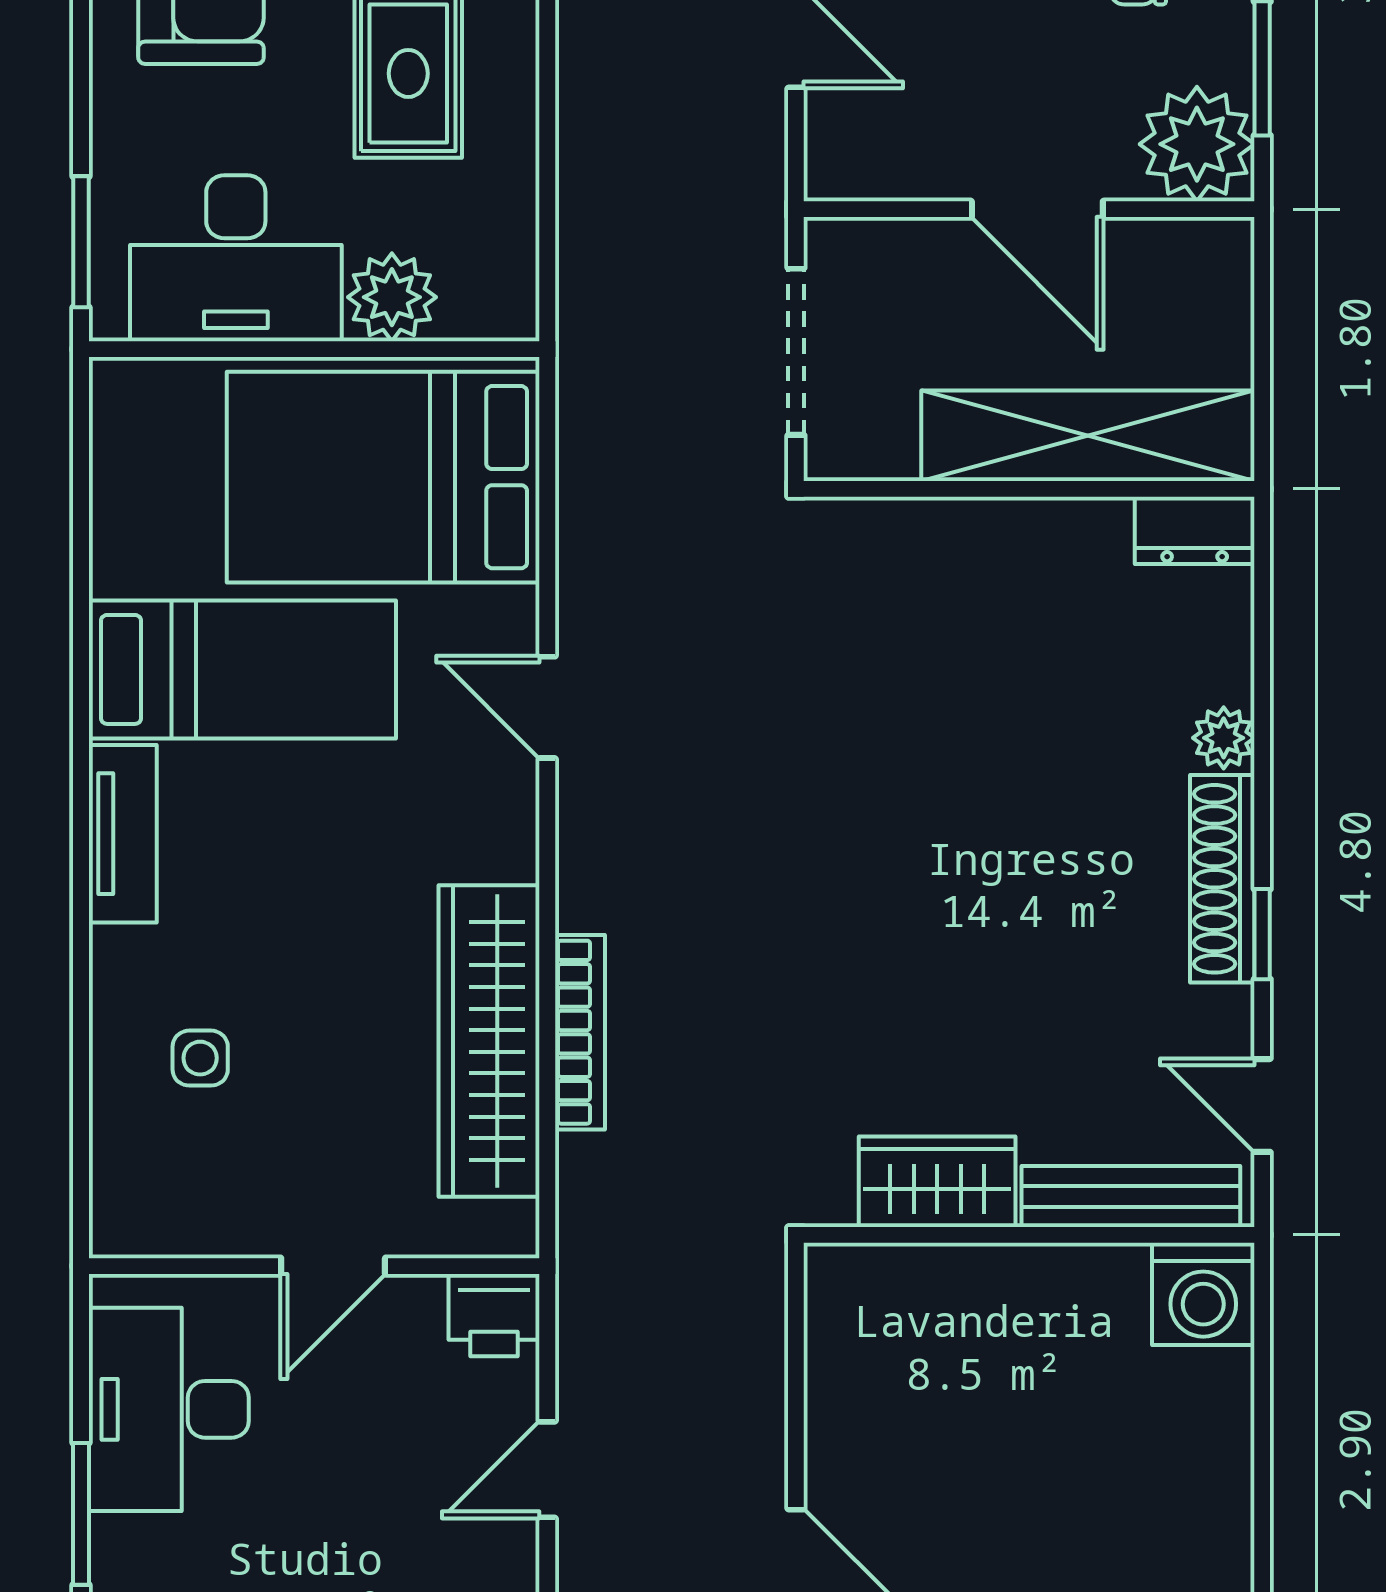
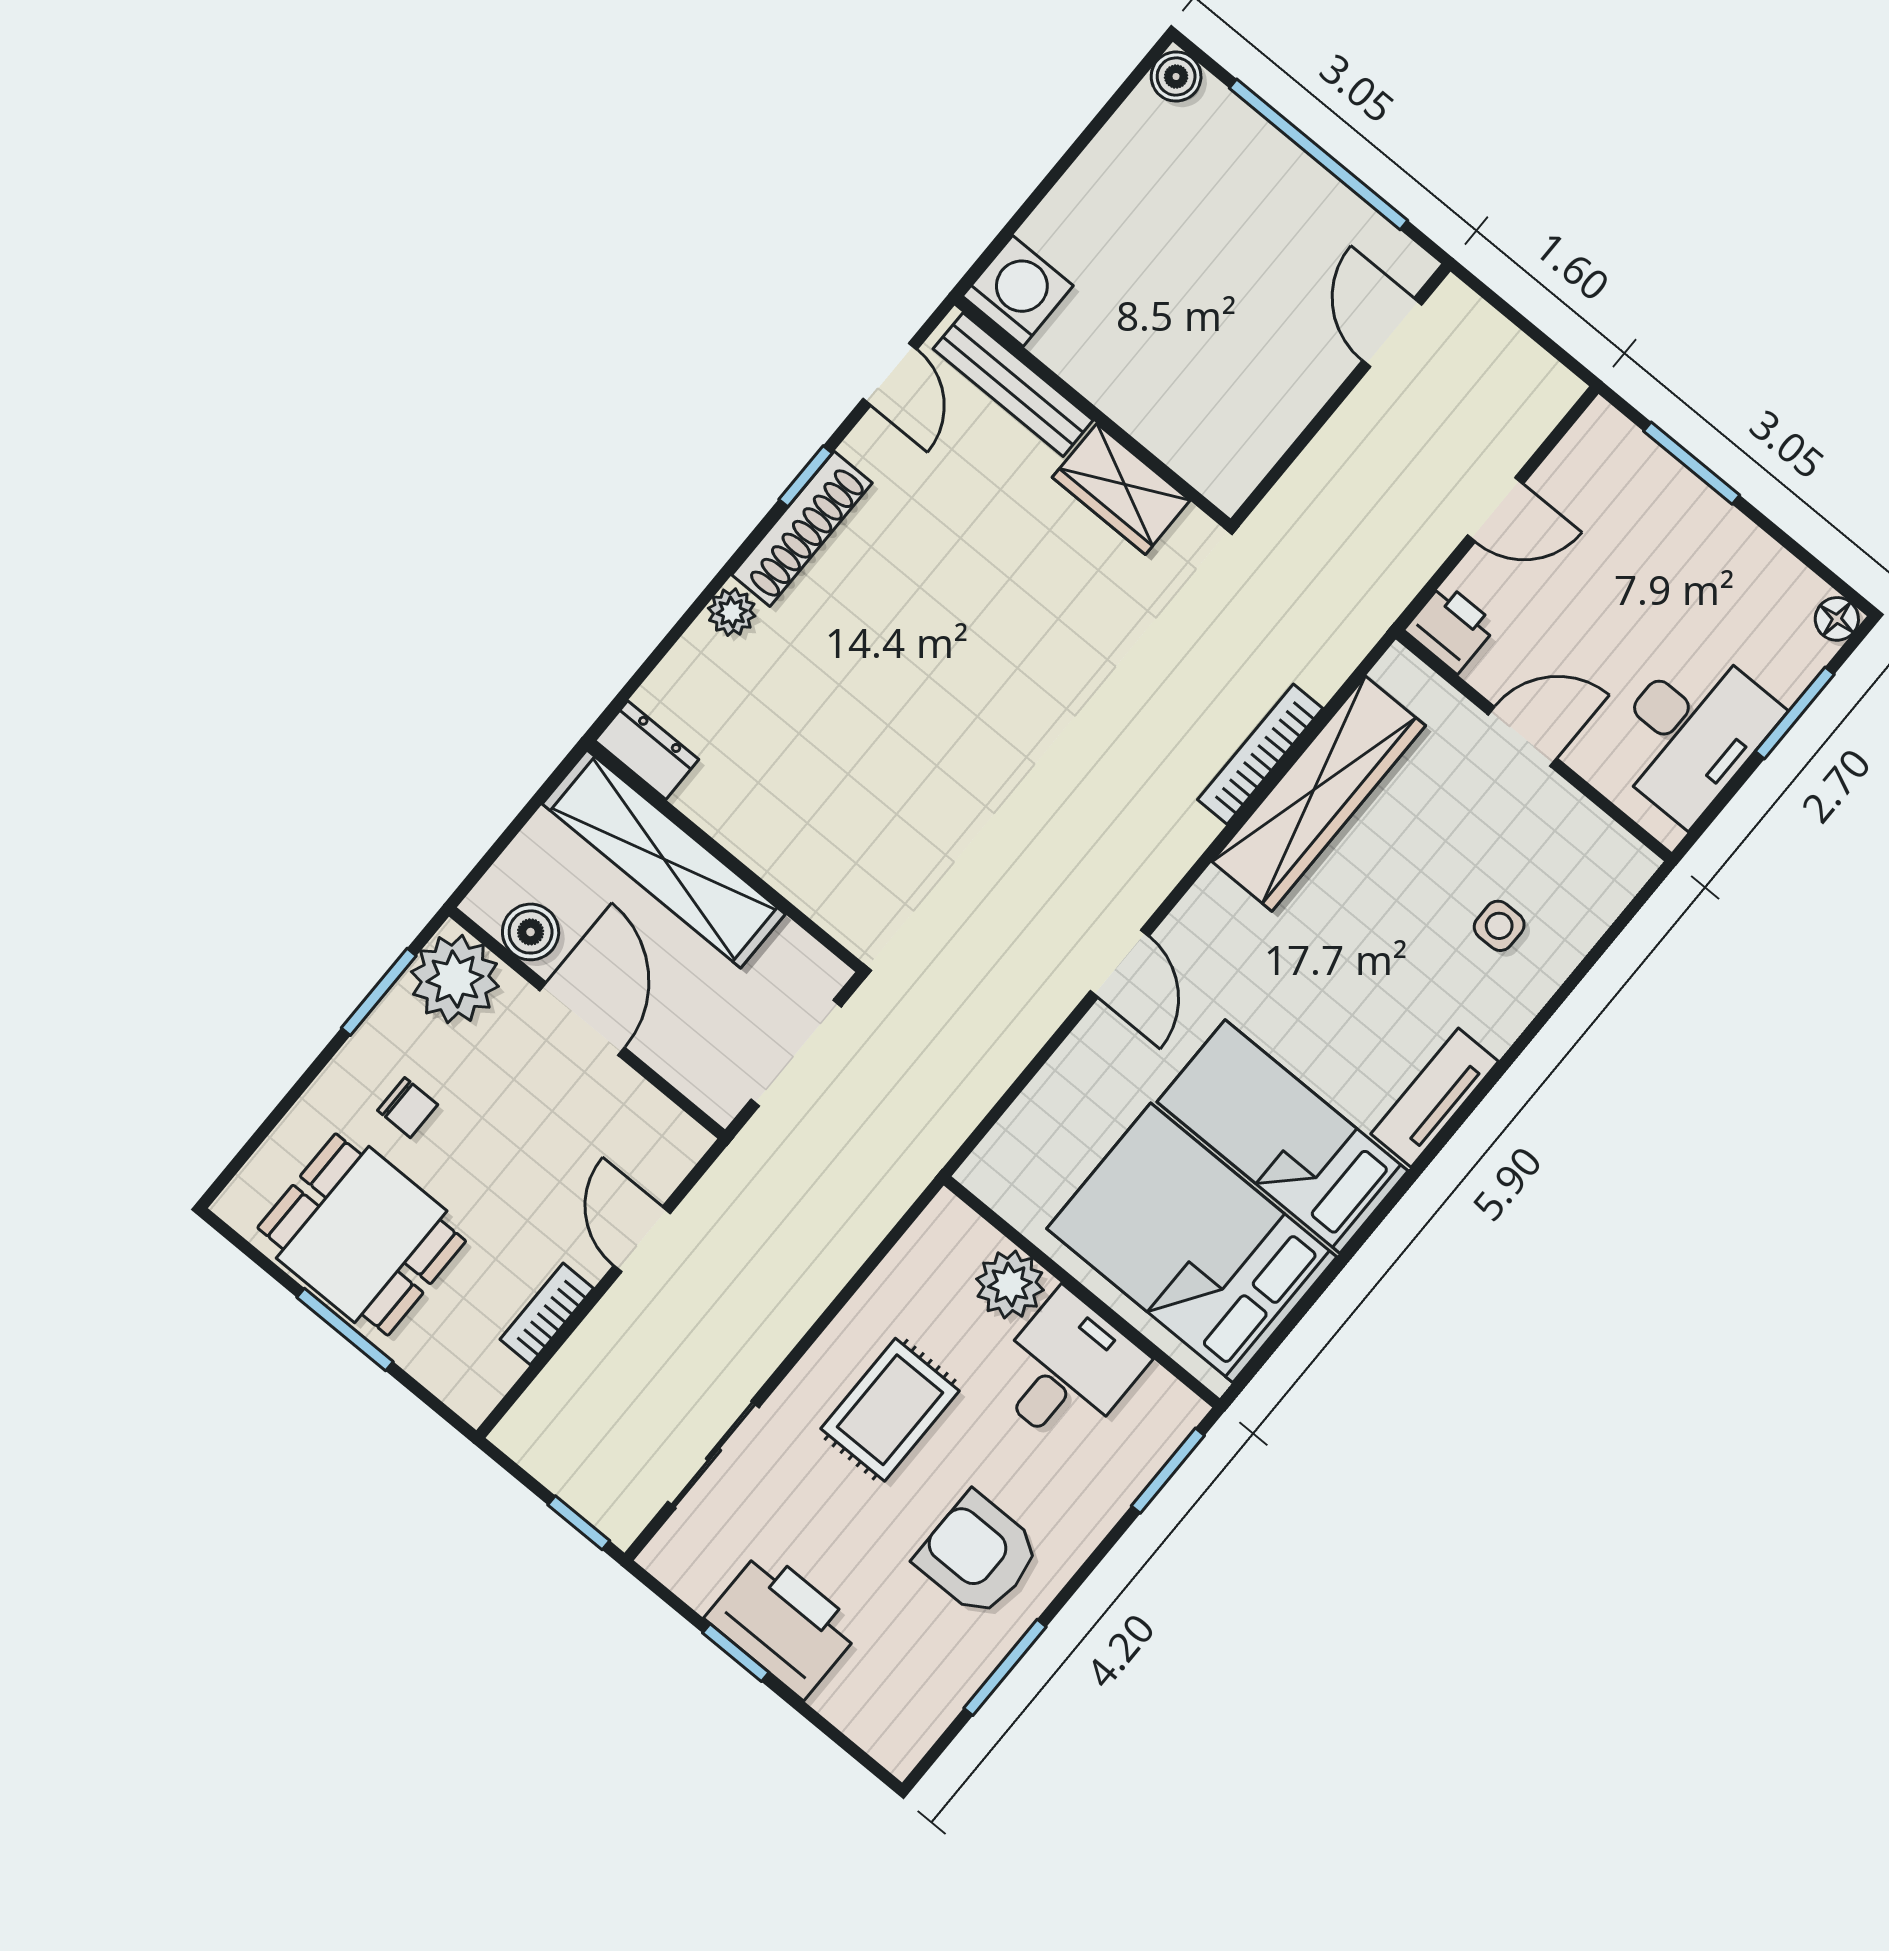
boiler: (1160, 253) -> (531, 932), added
desk: (236, 258) -> (1067, 1370), width x0.73
bed: (383, 477) -> (1192, 1243), moved, turned 180

